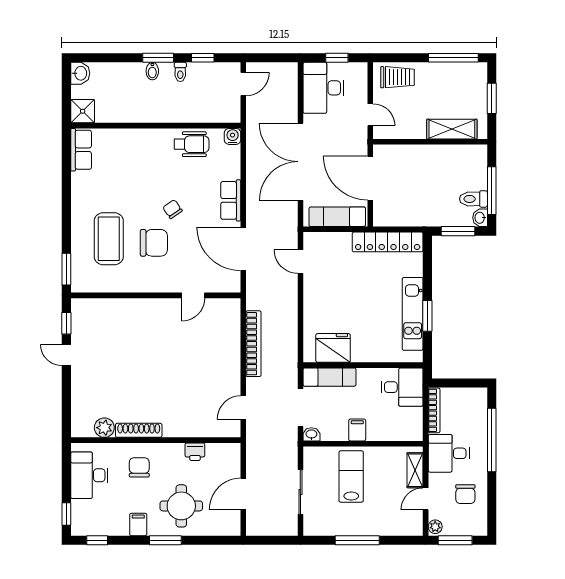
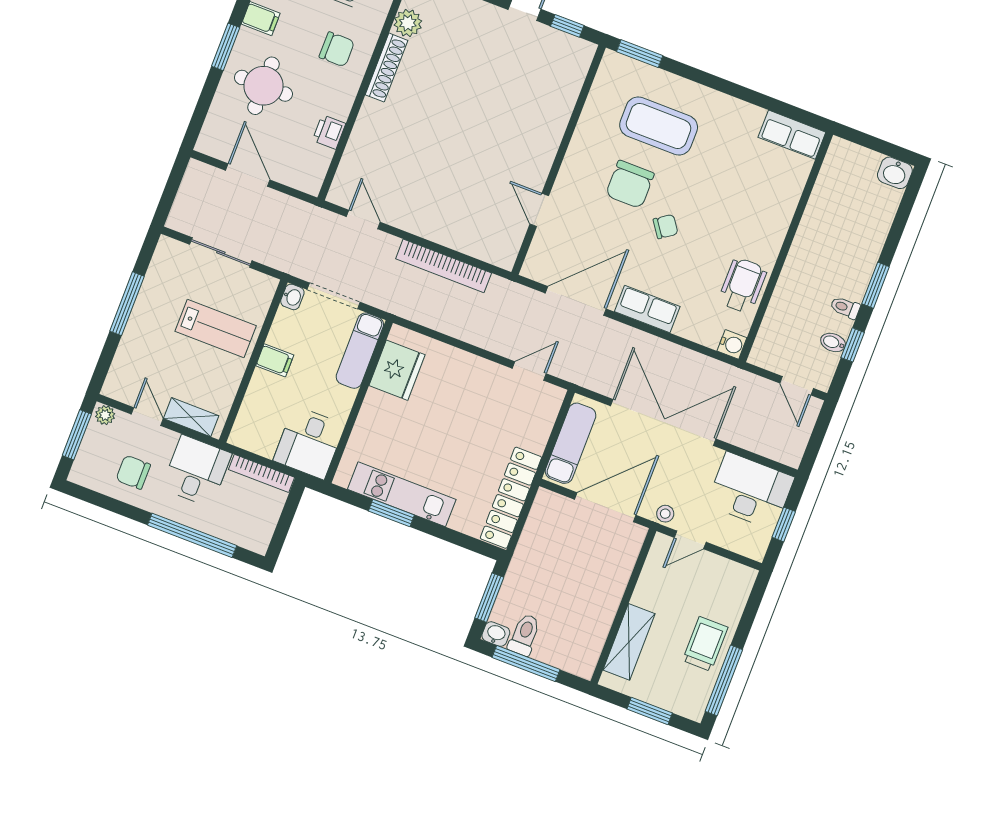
bidet: (152, 71) -> (833, 342), moved
trolley: (397, 77) -> (705, 644), moved, turned 180
shower: (83, 111) -> (843, 157), removed
stool: (359, 138) -> (665, 514), added
wheelchair: (192, 144) -> (743, 285), turned 180

